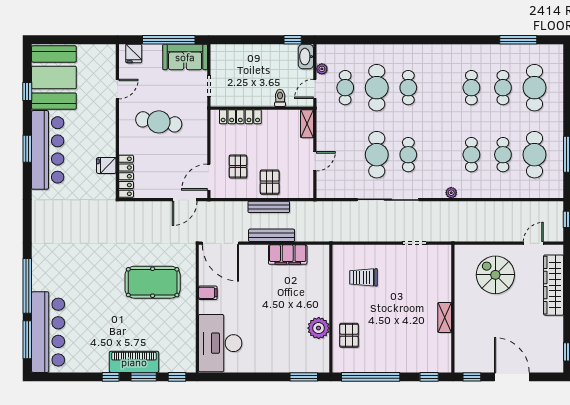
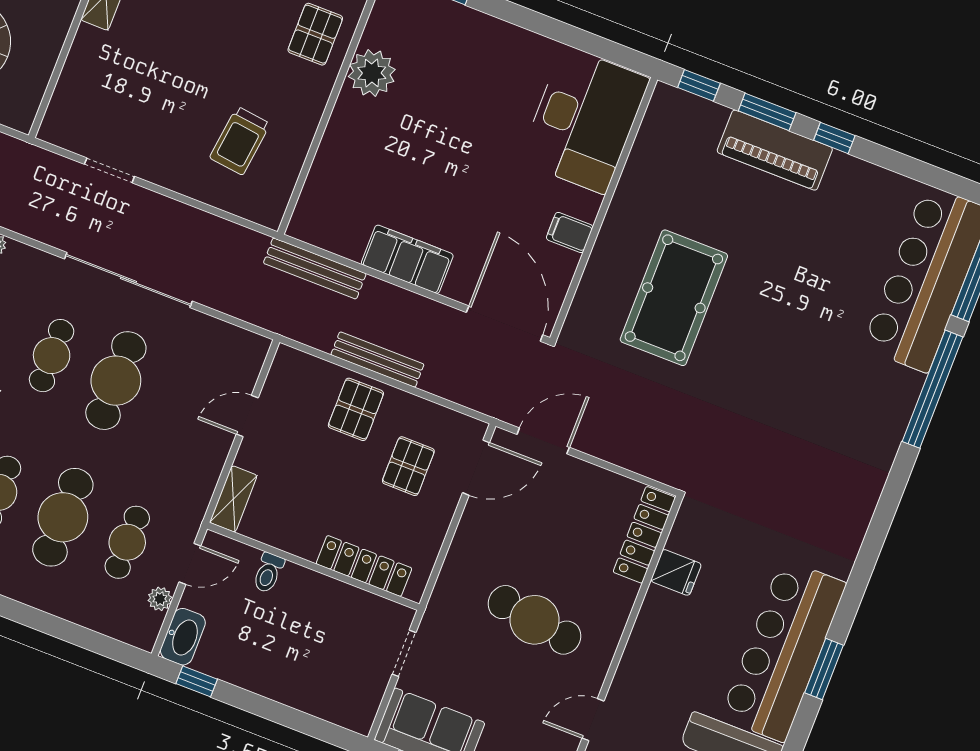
bench: (272, 235) -> (315, 268), moved
filing cabinet: (288, 255) -> (407, 259), moved
trolley: (364, 277) -> (240, 141), turned 97
pool table: (153, 282) -> (674, 298), turned 90

